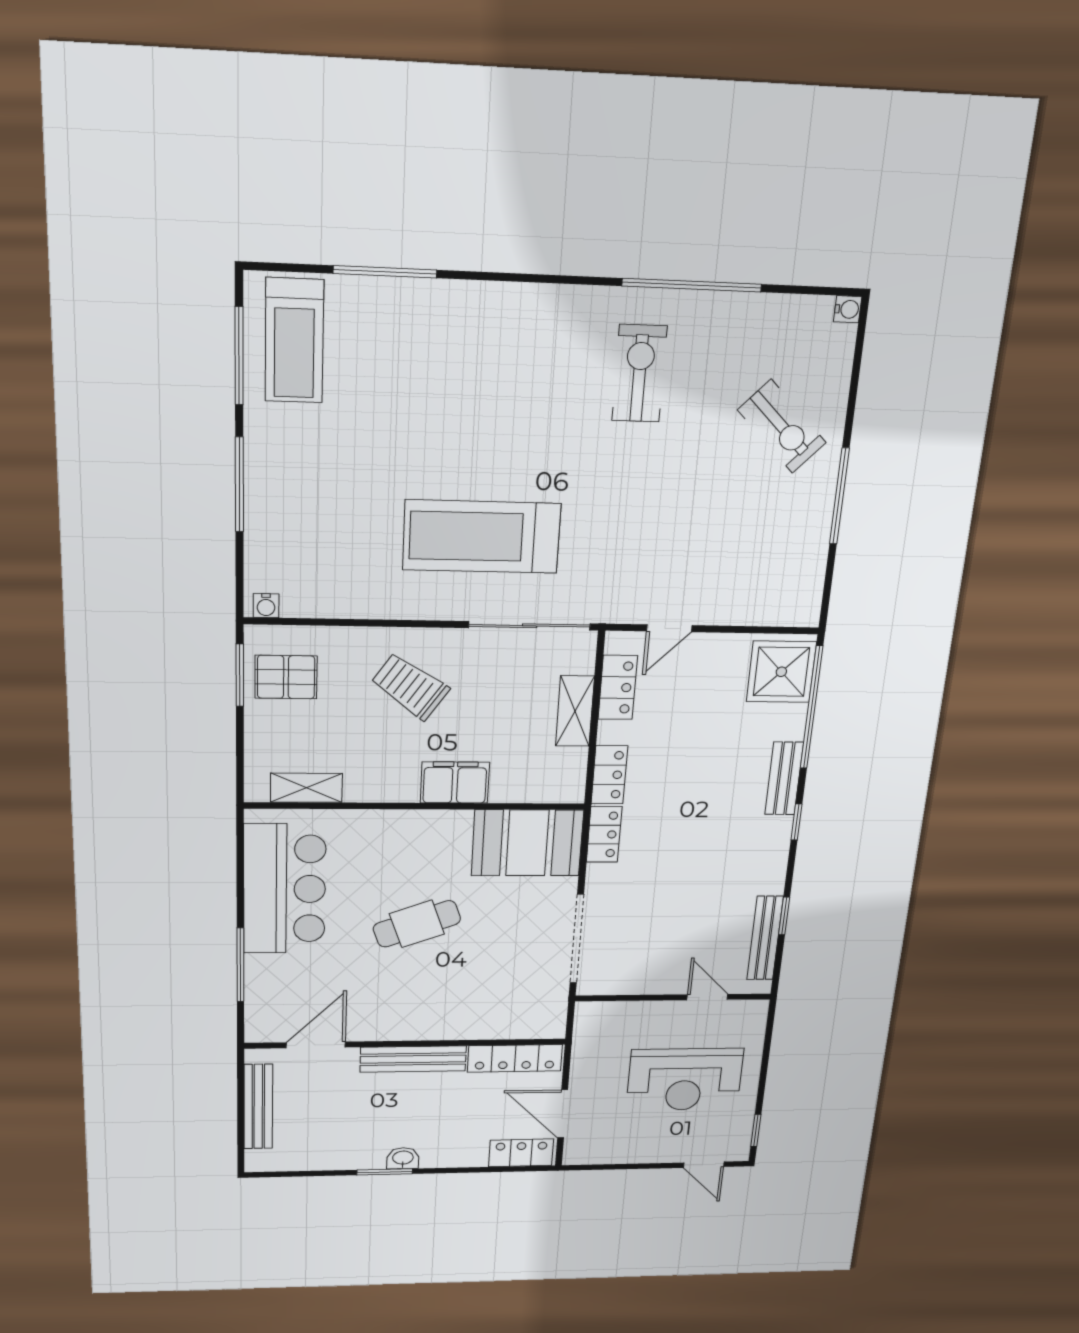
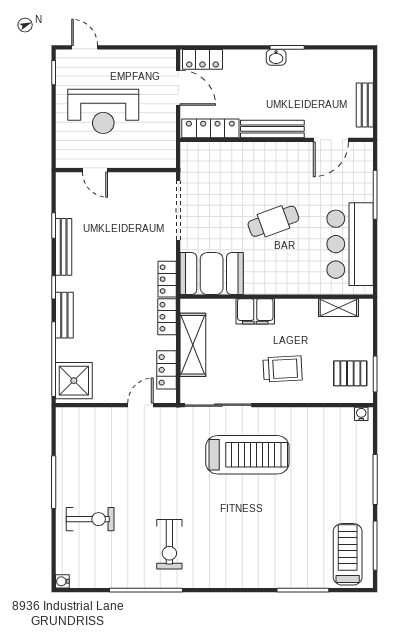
exercise bike: (782, 426) -> (90, 519), turned 136
trolley: (410, 686) -> (283, 369), turned -38
shelving: (575, 711) -> (193, 345), width x1.50, depth x1.33
bench: (765, 938) -> (64, 247), moved
reception desk: (685, 1080) -> (103, 111), turned 180
bench: (258, 1107) -> (365, 105), width x0.73

